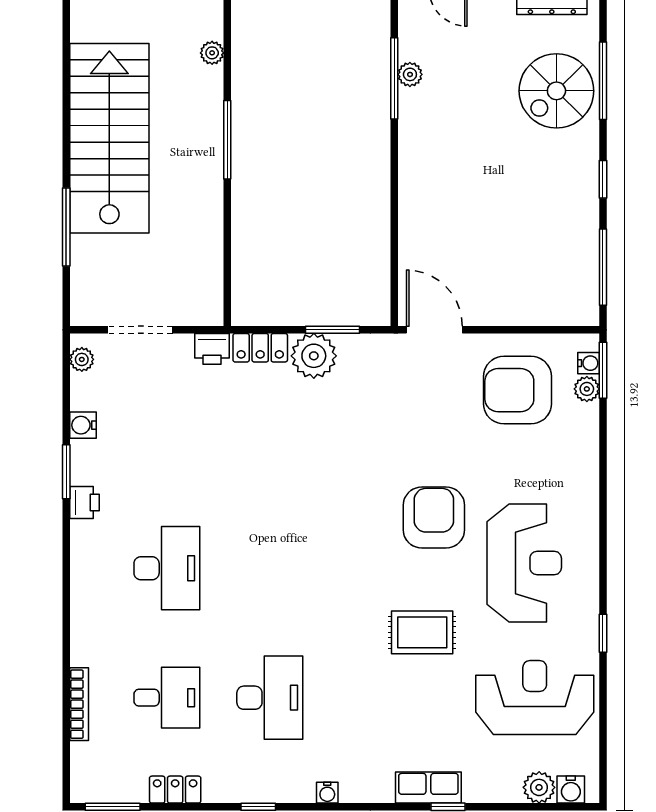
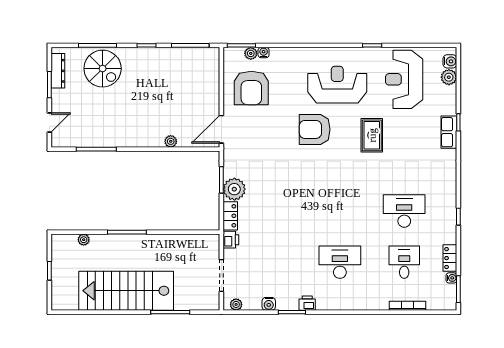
plant: (410, 74) -> (171, 141), moved
water cooler: (589, 363) -> (264, 53), moved
water cooler: (327, 793) -> (451, 278), moved

